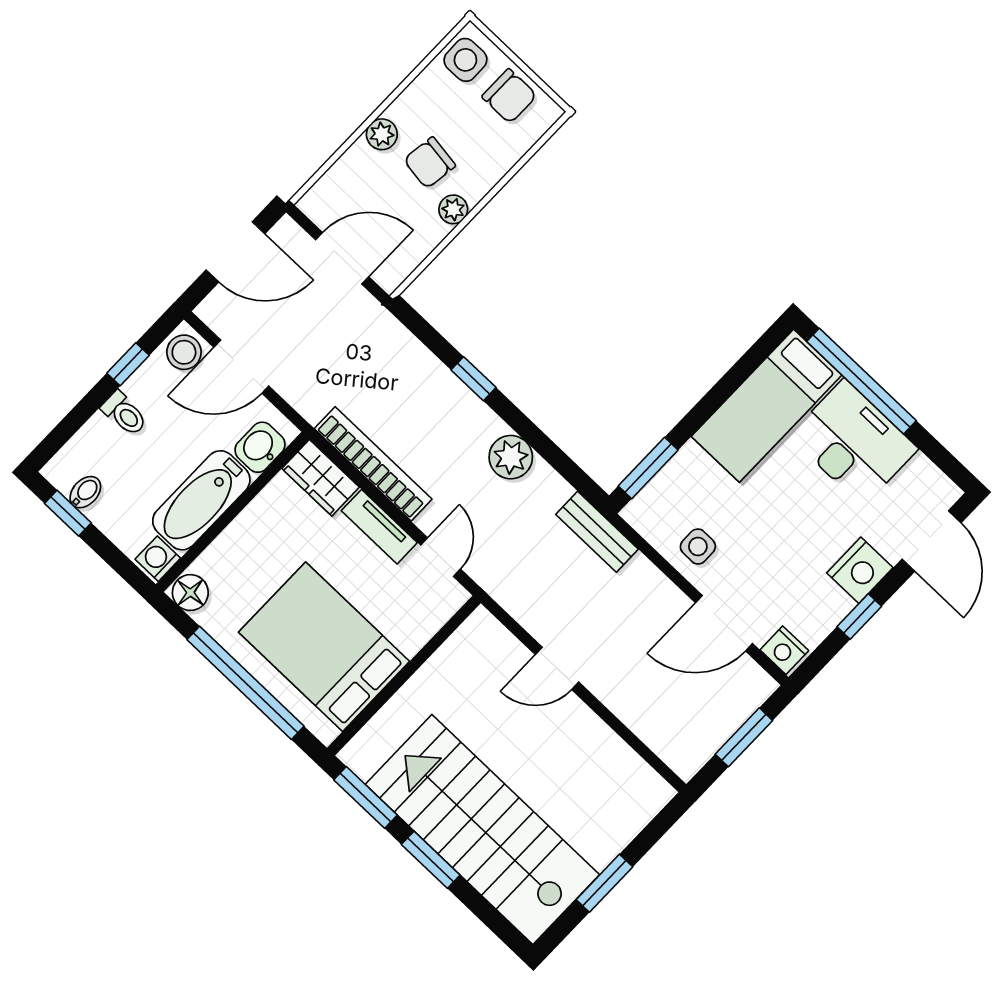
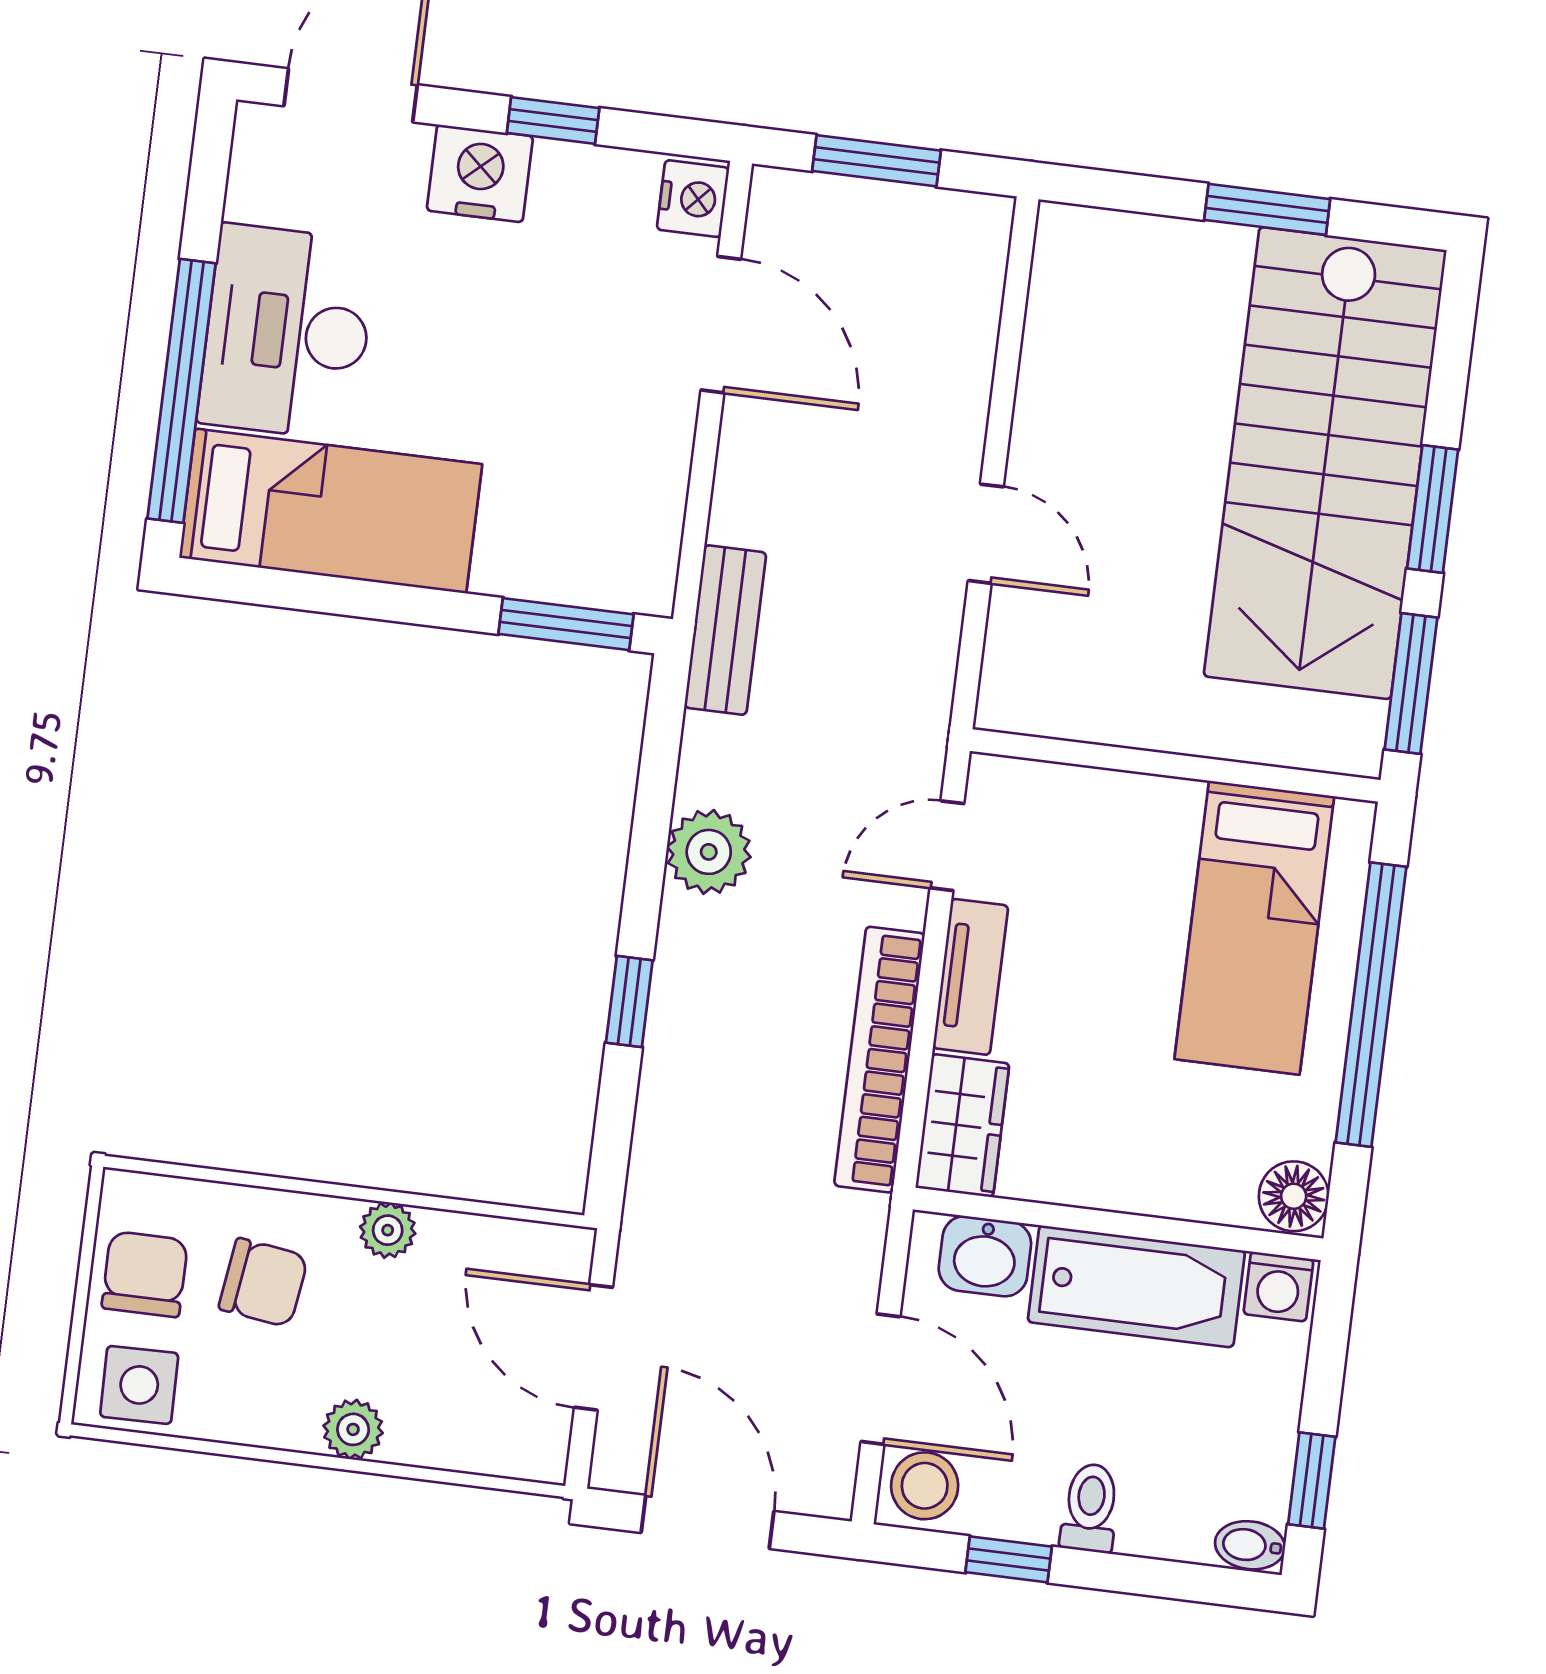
chair: (430, 163) -> (263, 1283), moved
bidet: (85, 492) -> (1250, 1545), moved
side table: (698, 547) -> (631, 455), removed
bed: (324, 647) -> (1254, 928), width x0.67

